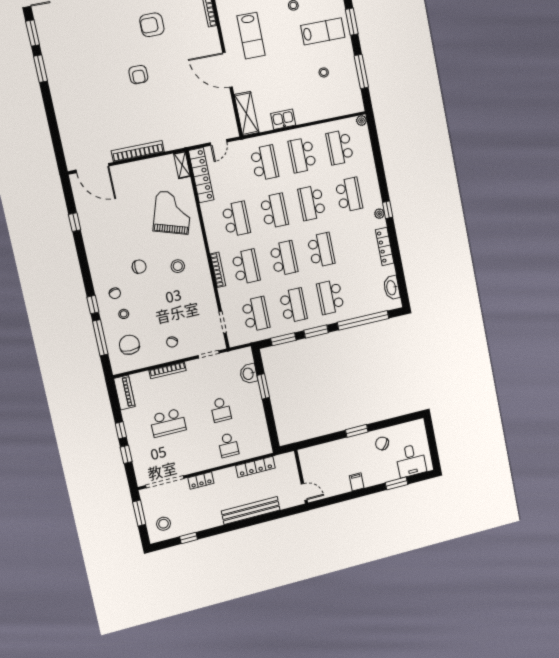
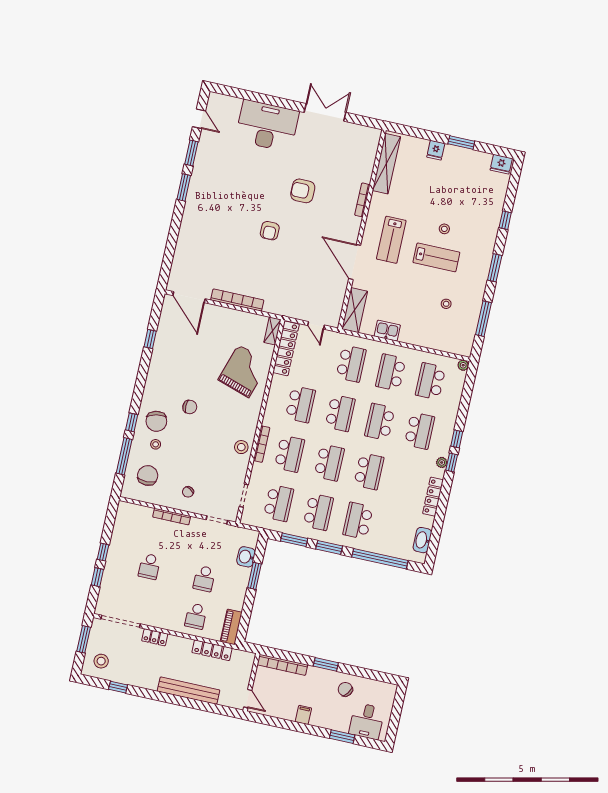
lab bench: (323, 31) -> (436, 257), moved
door: (219, 142) -> (316, 325), hinge flipped
window: (383, 187) -> (457, 439), added
stool: (178, 266) -> (241, 447), moved
chair: (115, 293) -> (156, 421), width x1.87, depth x1.87
piano: (124, 393) -> (231, 627), moved, turned 180
school desk: (168, 423) -> (149, 566), width x0.54
bookcase: (321, 449) -> (282, 665), added

